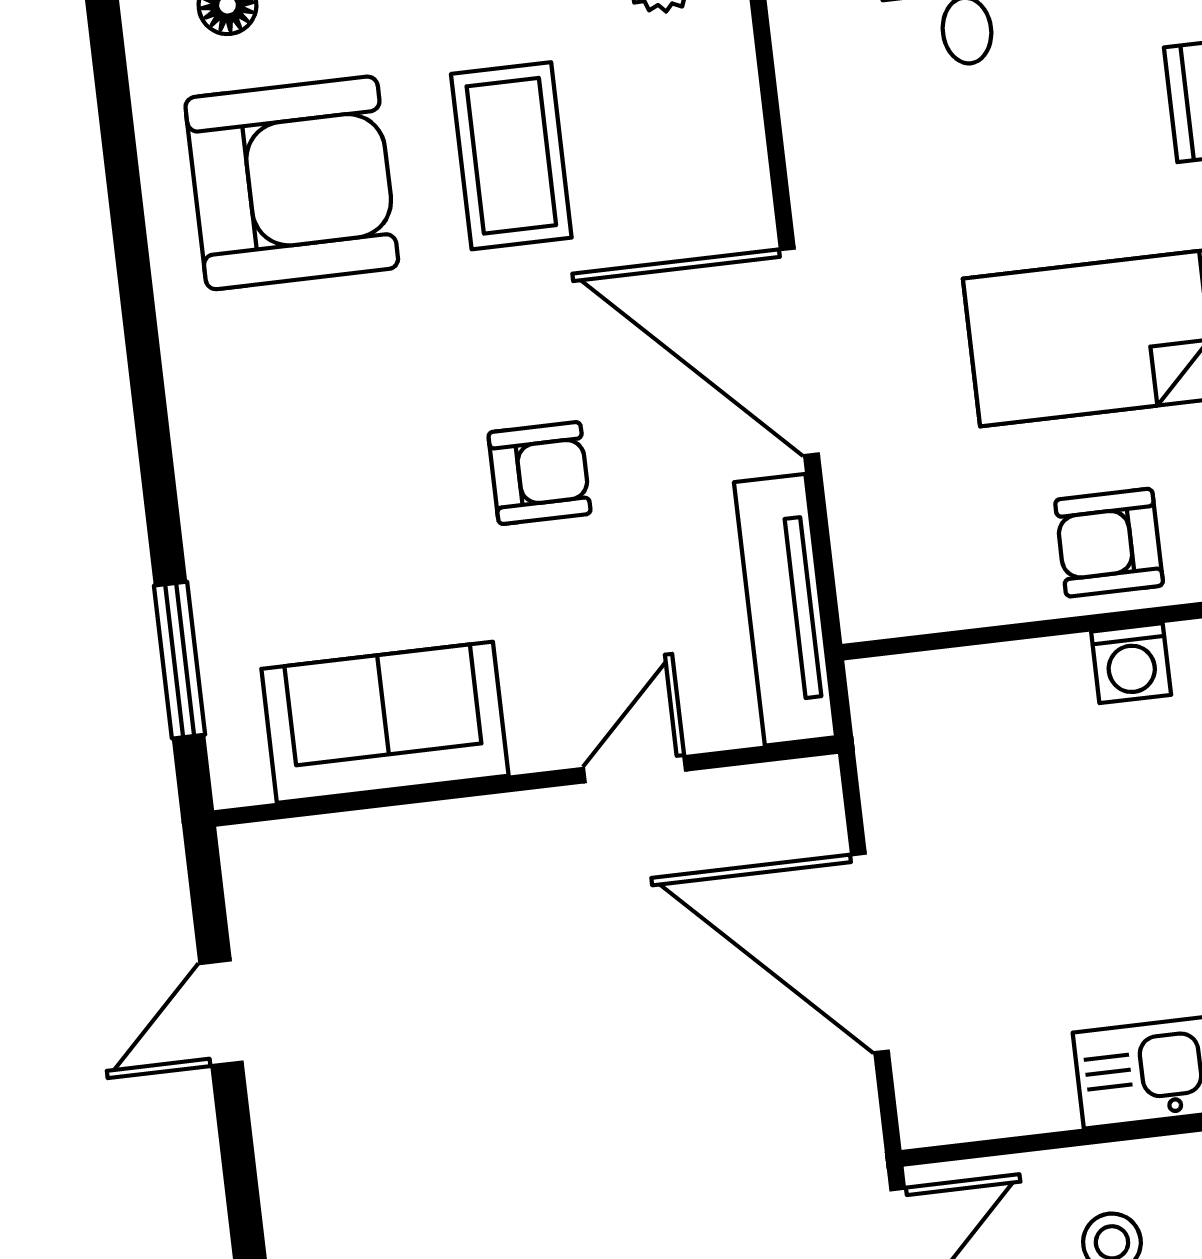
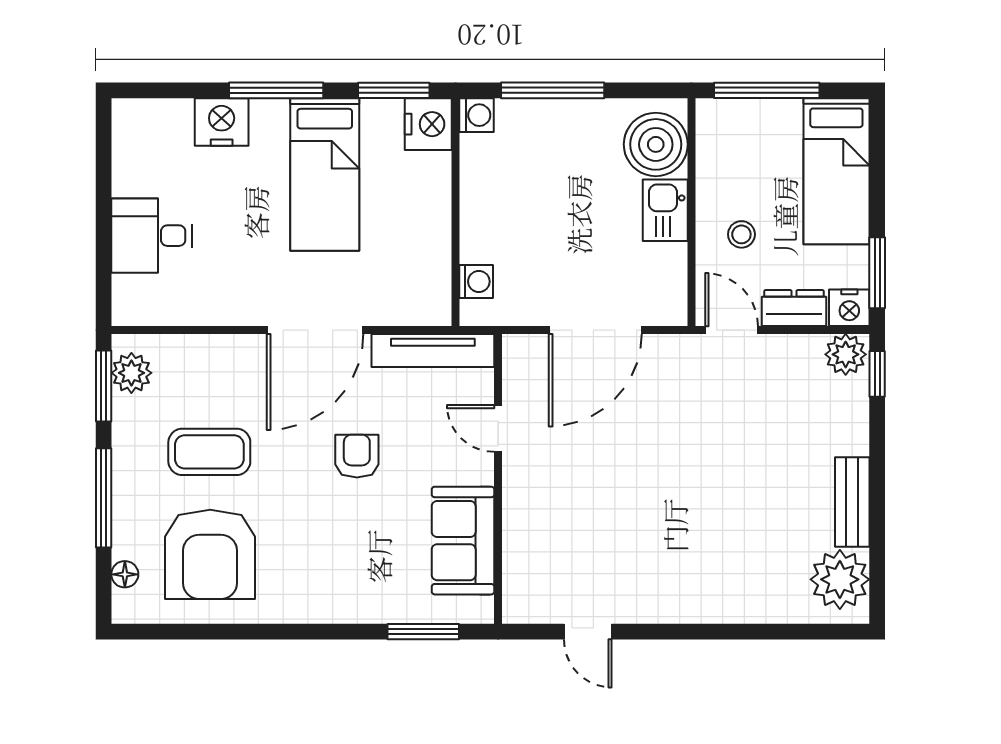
armchair: (292, 183) -> (210, 554), turned 180
armchair: (1109, 543) -> (420, 198), removed
washing machine: (1131, 663) -> (476, 281), moved

